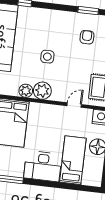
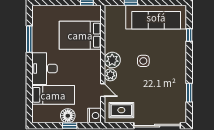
armchair: (87, 37) -> (165, 94), removed
plant: (26, 91) -> (110, 75), moved

